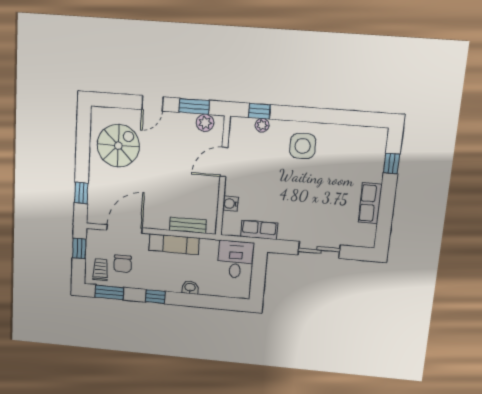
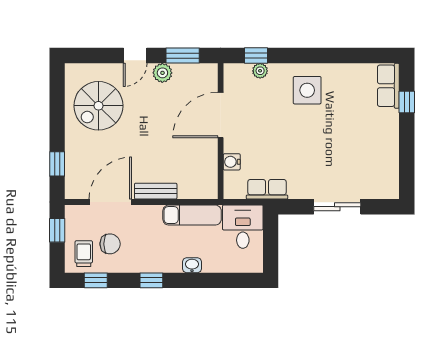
plant: (205, 123) -> (162, 73), moved
spiral stairs: (118, 146) -> (98, 106), turned 180
door: (224, 162) -> (221, 115), width x1.36
row of seats: (370, 203) -> (388, 86), moved
bench: (188, 225) -> (156, 191), moved
exam couch: (174, 244) -> (192, 215), moved
chair: (123, 264) -> (110, 244), turned -90
window: (109, 292) -> (96, 280), width x0.67

